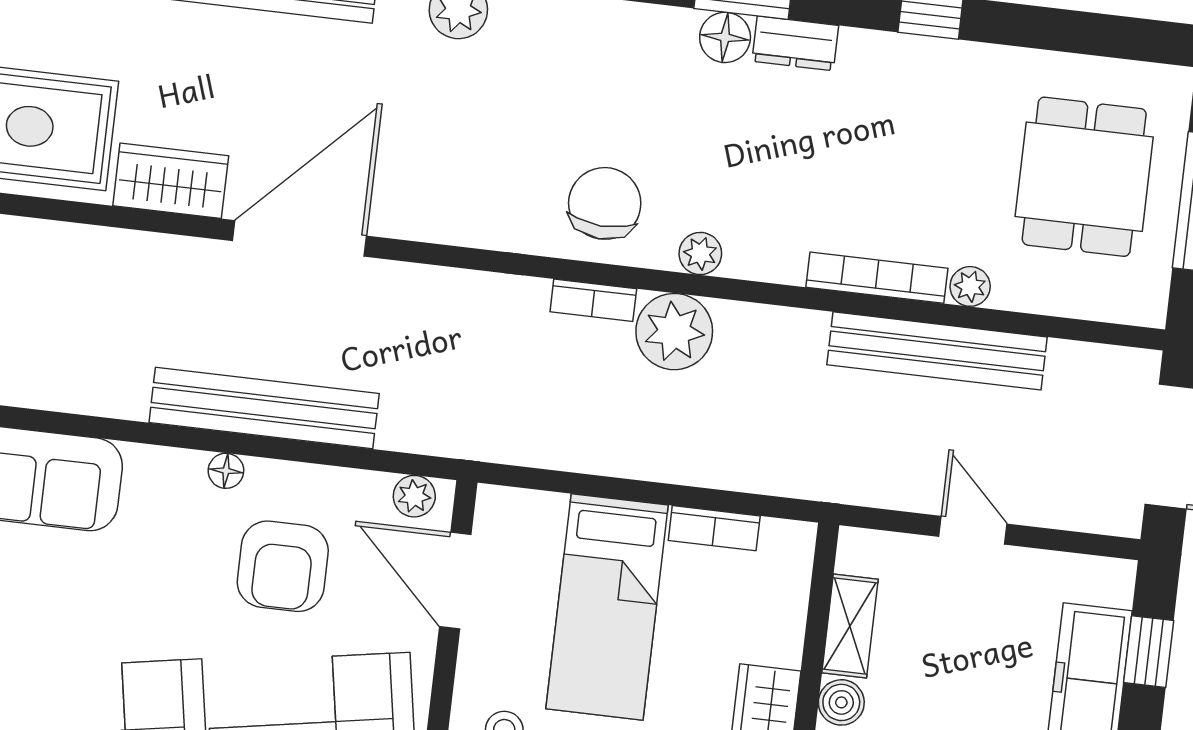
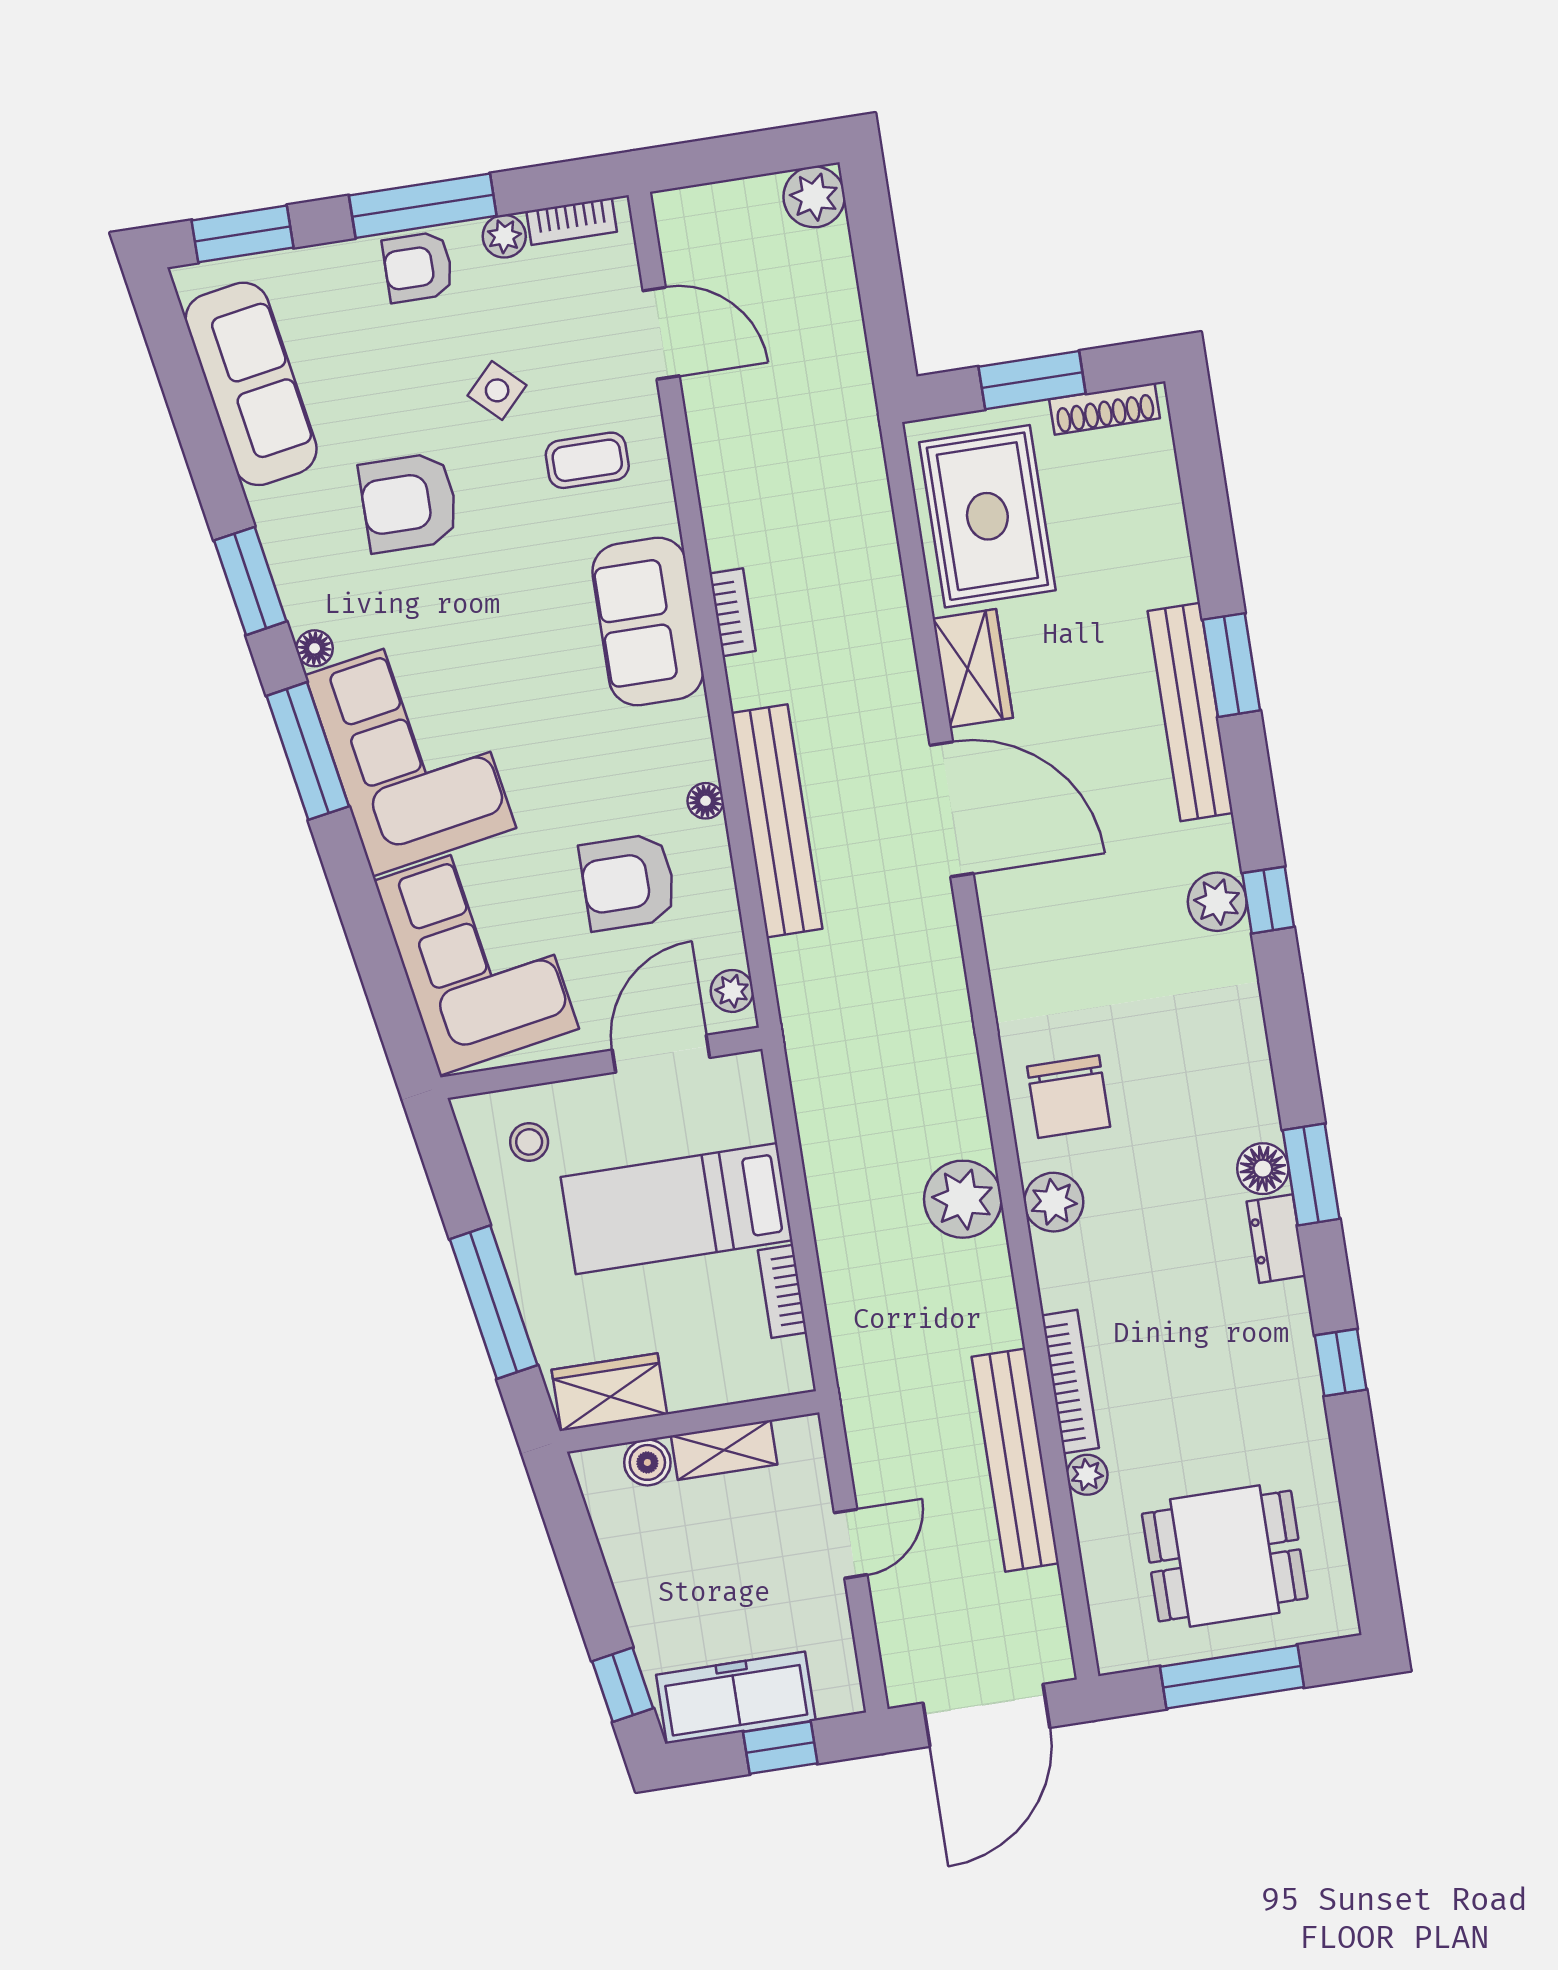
chair: (605, 203) -> (1069, 1097), turned 87
plant: (700, 254) -> (1054, 1202), width x1.38, depth x1.38
bookcase: (593, 300) -> (733, 612), moved, turned 180

